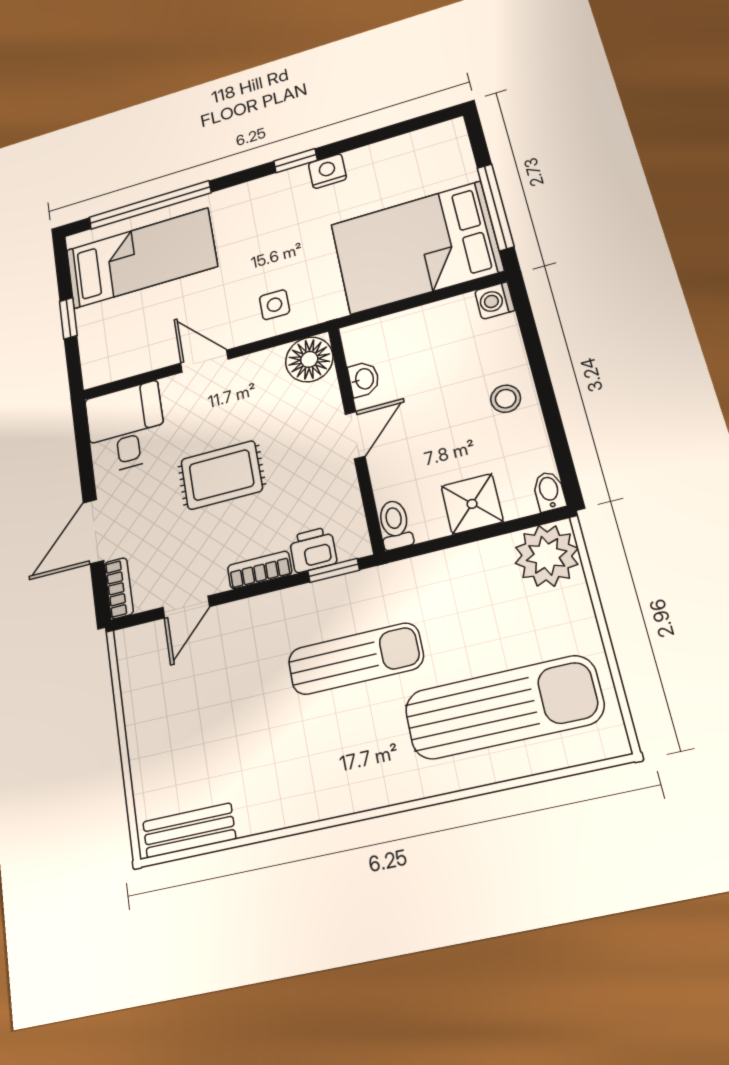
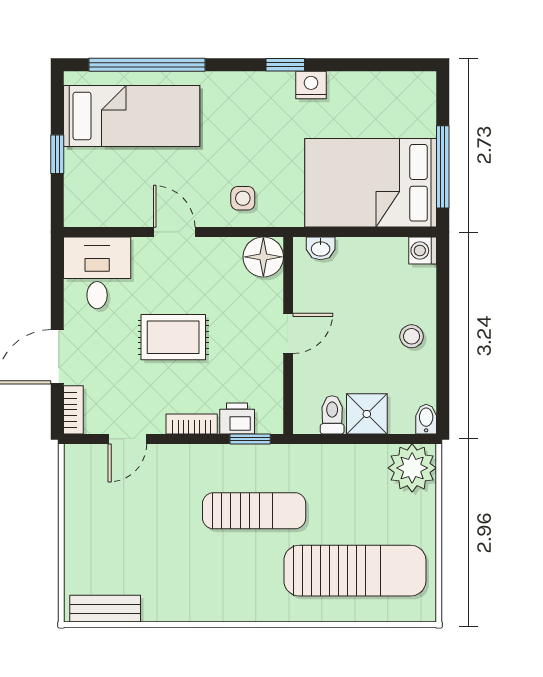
washbasin: (364, 379) -> (321, 248), moved, turned 90
toilet: (395, 525) -> (332, 415), moved

